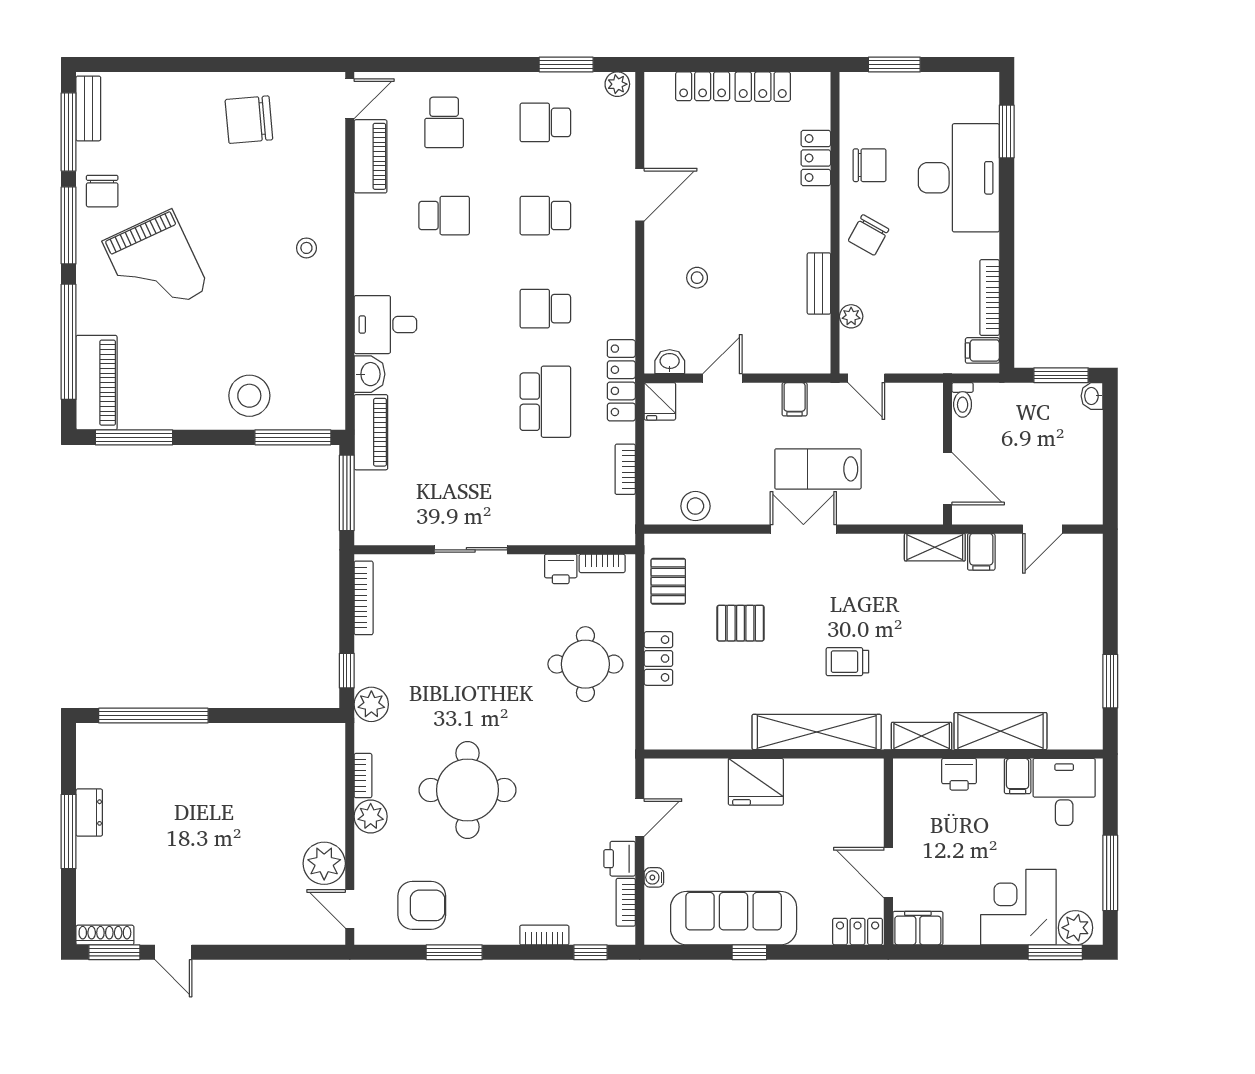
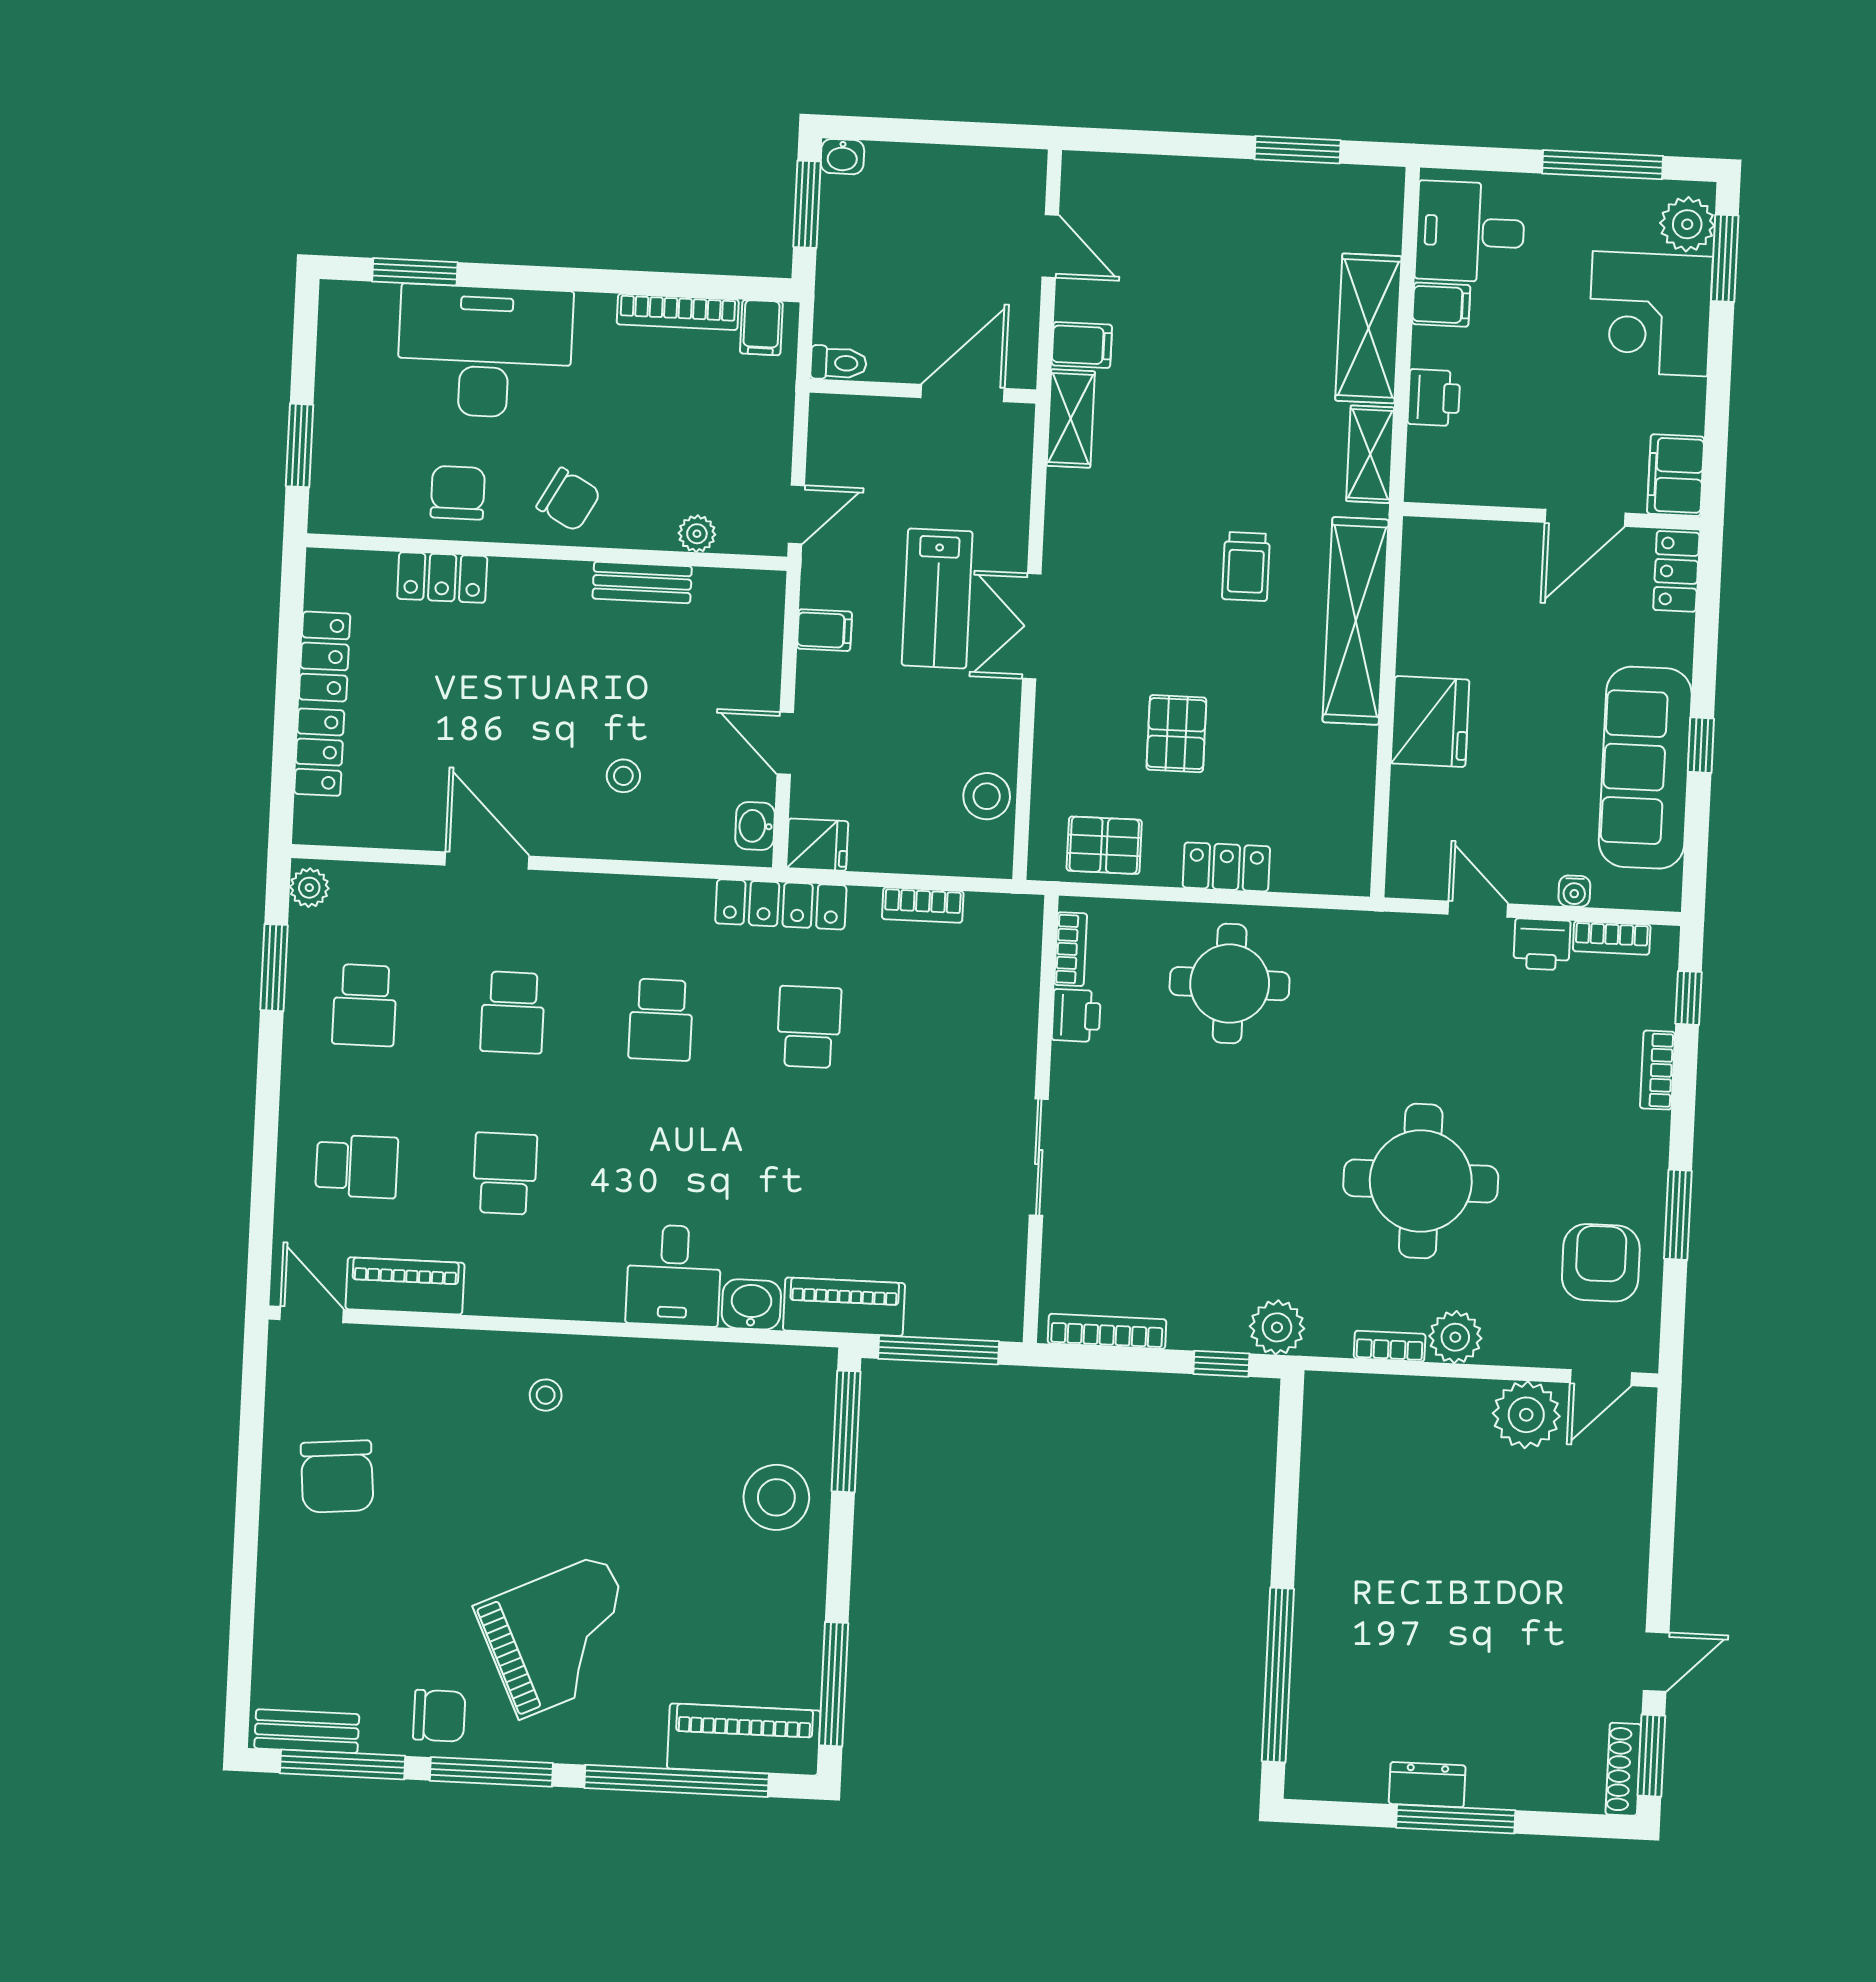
school desk: (545, 402) -> (809, 1027), width x0.54

